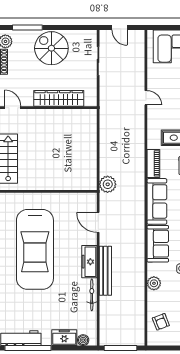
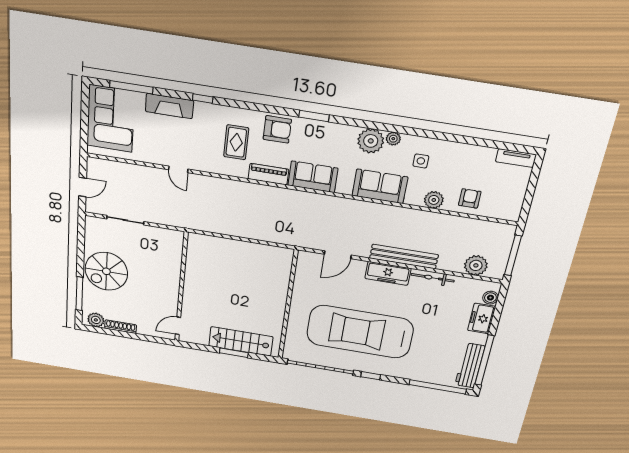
wardrobe: (59, 98) -> (171, 274), removed
door: (146, 98) -> (178, 169), swing flipped
plant: (108, 184) -> (476, 265), moved
sofa: (157, 201) -> (313, 177), width x0.73
car: (35, 249) -> (360, 332), turned 180
armchair: (161, 322) -> (470, 198), moved, turned -69

